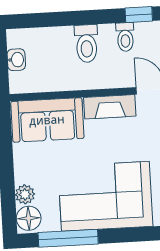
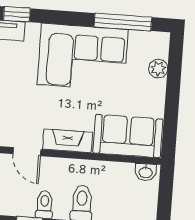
washbasin: (16, 60) -> (146, 172), moved, turned -90
floor lamp: (29, 218) -> (158, 46), removed

